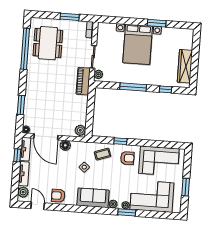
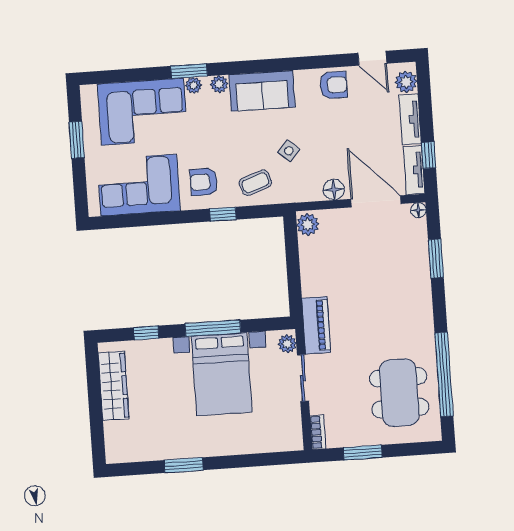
bed with nightstands: (138, 44) -> (222, 374), moved, turned 180

